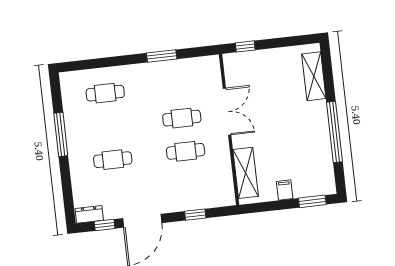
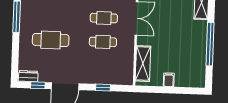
cafe table: (113, 160) -> (51, 40), width x1.37, depth x1.35
window: (312, 201) -> (187, 91), removed

